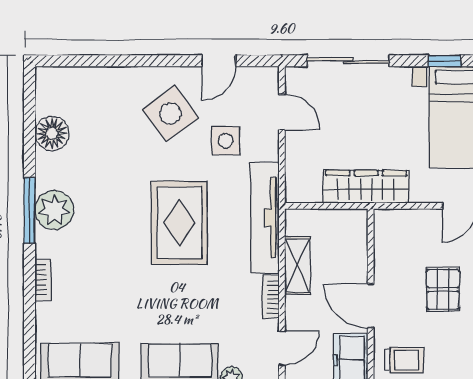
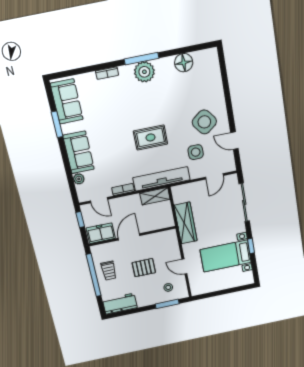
rug: (179, 223) -> (151, 137), width x0.73, depth x0.70
shelving: (297, 265) -> (155, 196), moved
trolley: (404, 360) -> (109, 271), moved

